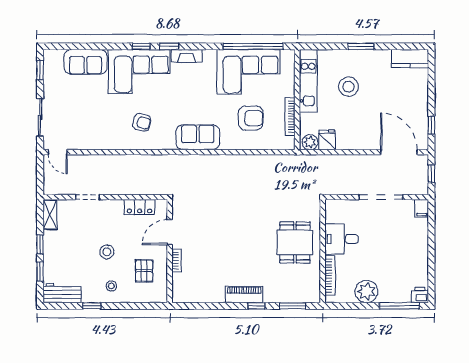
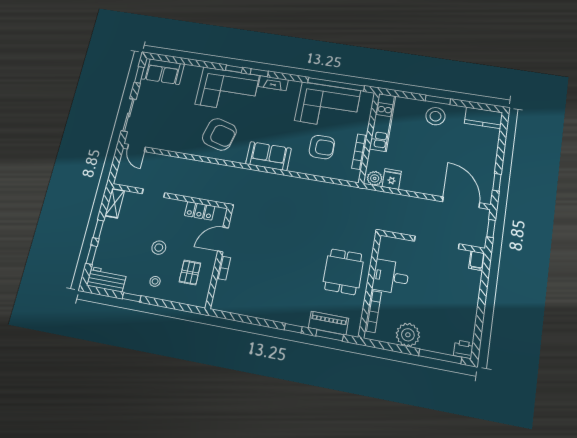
sofa: (86, 62) -> (163, 71), moved
stool: (349, 87) -> (435, 116), moved
armchair: (142, 122) -> (219, 134), width x1.88, depth x1.88
piano: (244, 295) -> (329, 323), moved

